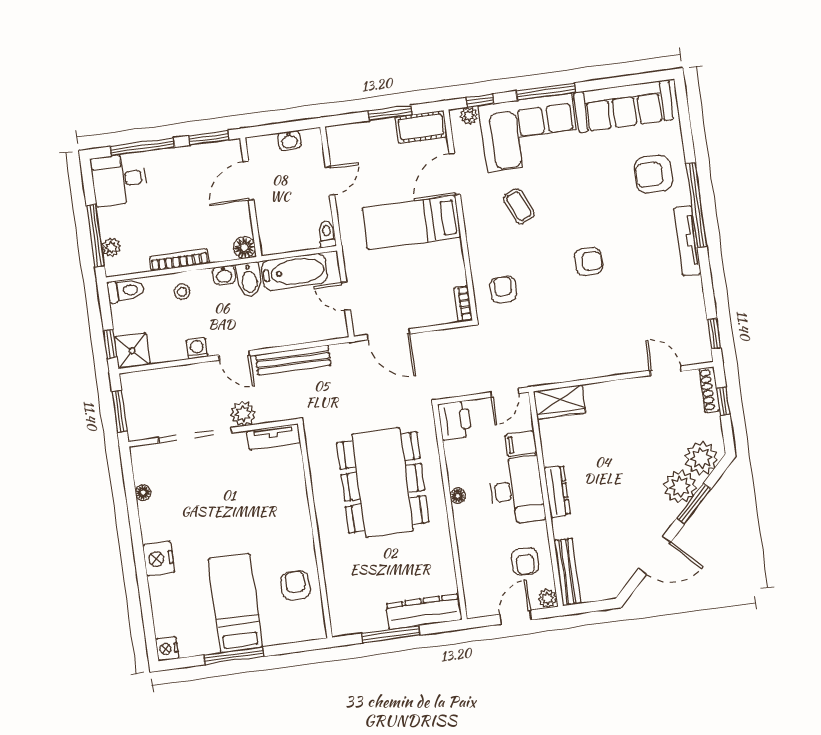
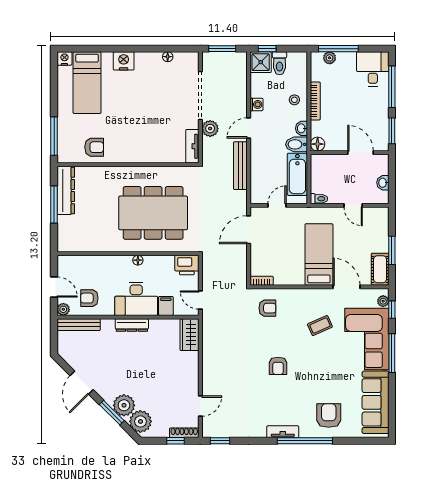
tv unit: (687, 241) -> (283, 432), width x0.71
toilet: (126, 290) -> (280, 63), moved
bed: (235, 603) -> (87, 83), moved, turned 90
dresser: (424, 612) -> (66, 190), moved
window: (234, 656) -> (54, 136), moved

